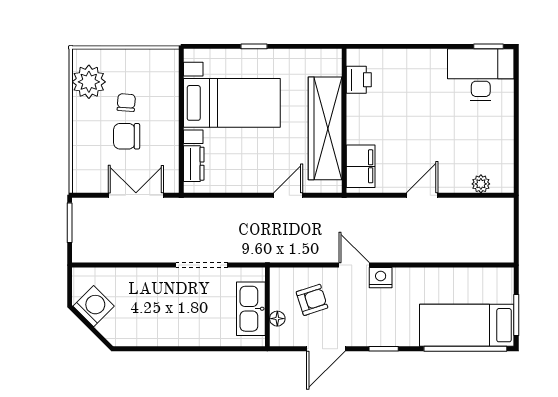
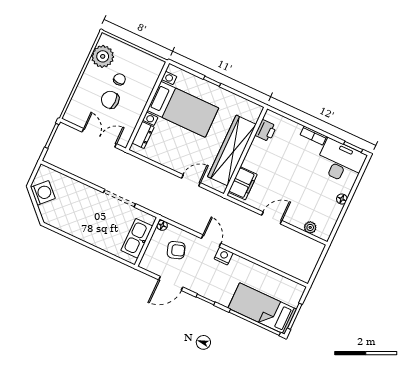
bookcase: (427, 56) -> (313, 136), added
floor lamp: (506, 125) -> (342, 199), added
floor lamp: (277, 319) -> (162, 225), moved

